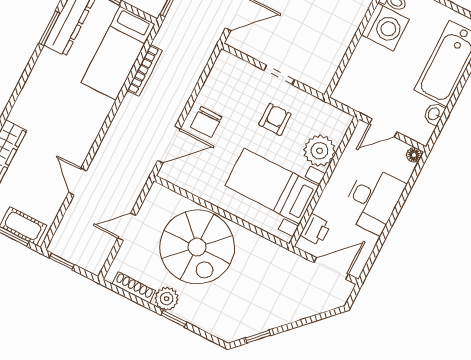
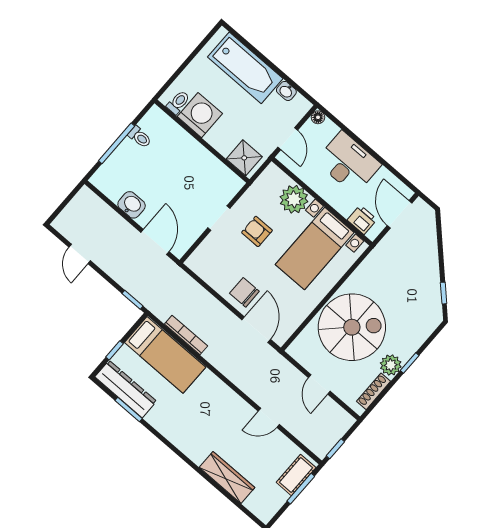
shower: (351, 86) -> (244, 158), added
chair: (206, 122) -> (244, 292), turned 180

